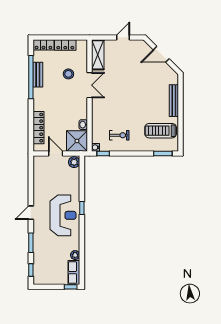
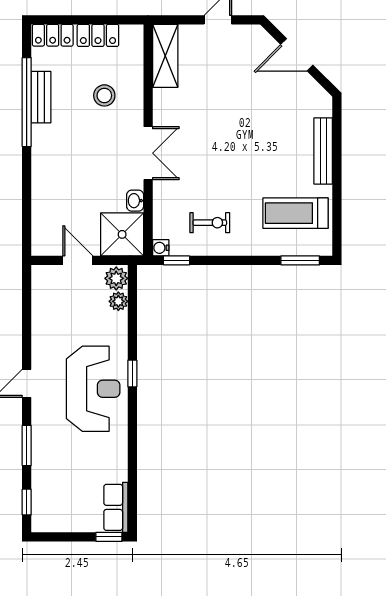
double door: (89, 85) -> (148, 153), moved
locker: (38, 128) -> (42, 207), removed
plant: (75, 255) -> (118, 301), moved

